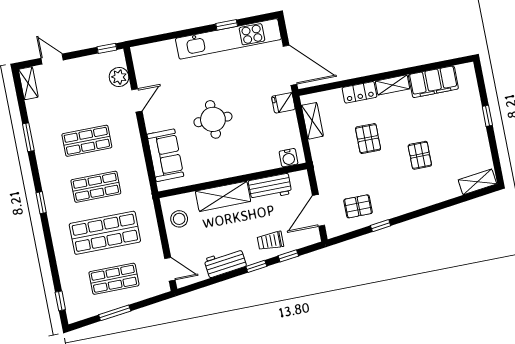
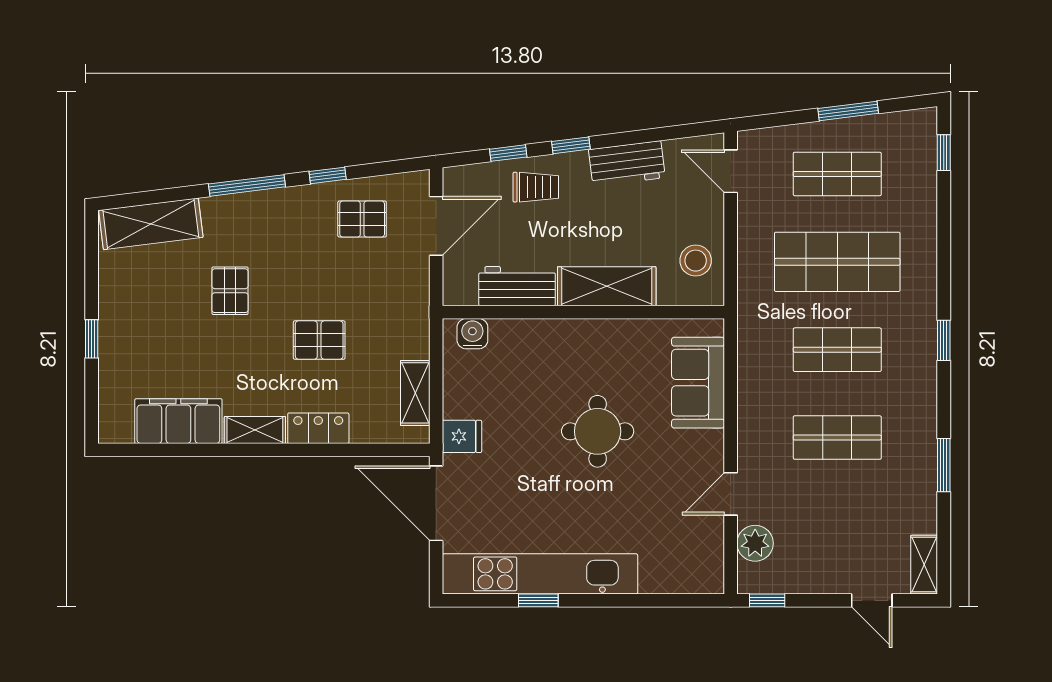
pallet: (368, 139) -> (319, 340), turned 90
shelving: (477, 182) -> (151, 224), width x1.50, depth x1.33
window: (422, 212) -> (247, 185), added

